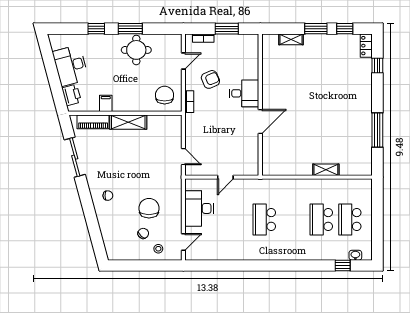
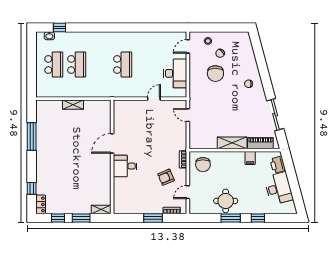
desk: (244, 93) -> (125, 166), moved
wall: (260, 105) -> (112, 157), moved
door: (260, 122) -> (112, 143), moved

